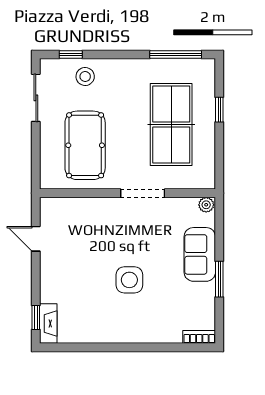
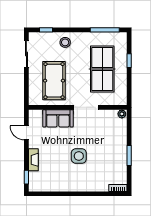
stool: (85, 76) -> (65, 42), moved
sofa: (200, 254) -> (58, 118), moved, turned -90
fireplace: (48, 324) -> (33, 160), moved

